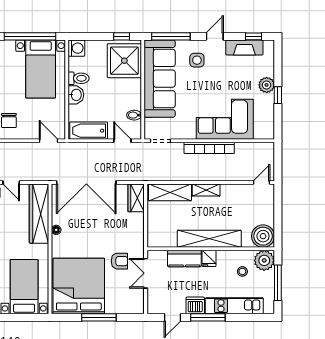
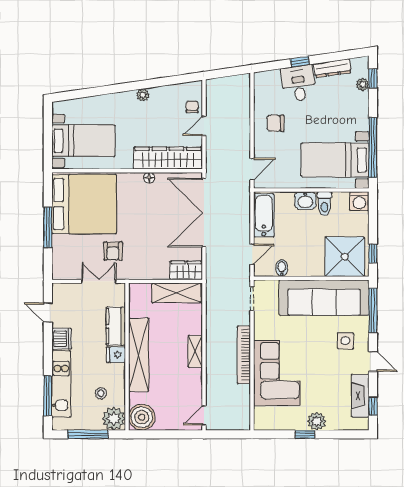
door: (261, 182) -> (204, 415), swing flipped
shelving: (170, 192) -> (176, 293), moved, turned 90
window: (208, 317) -> (48, 396), moved

